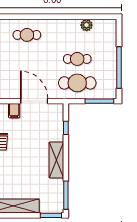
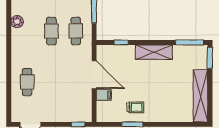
cafe table: (77, 83) -> (76, 31), width x0.73, depth x0.74
door: (34, 101) -> (94, 75), swing flipped

